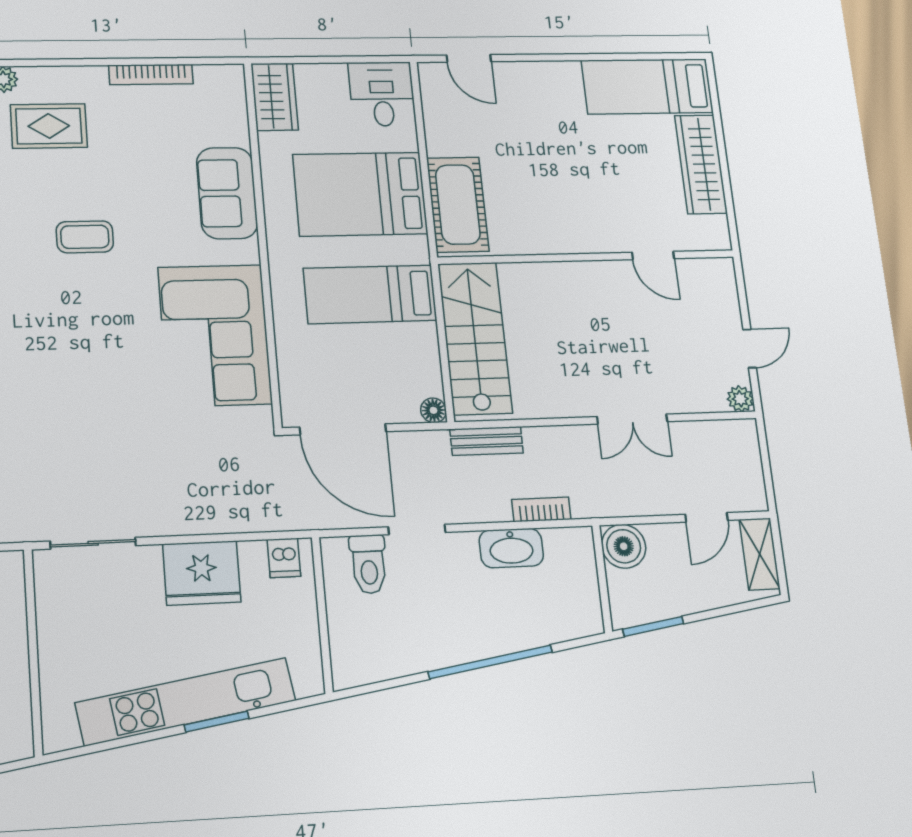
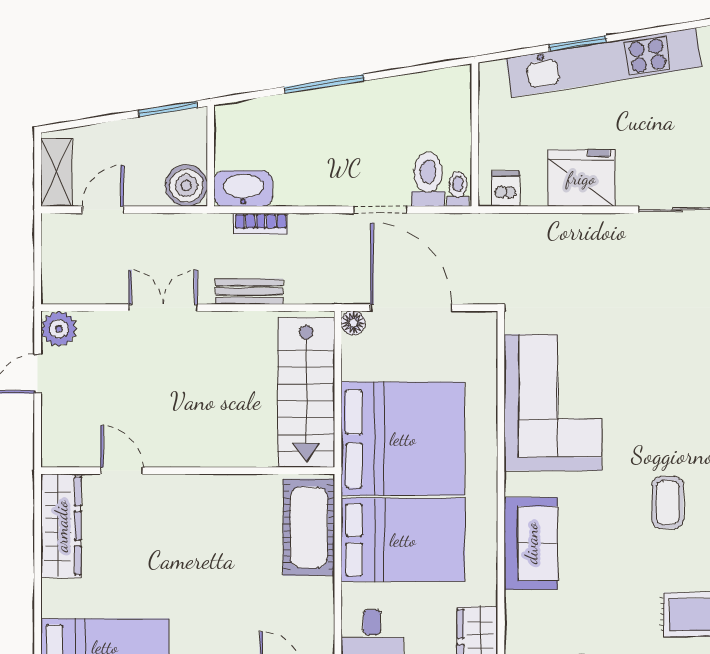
wardrobe: (701, 164) -> (61, 526), moved
coffee table: (85, 237) -> (668, 503), turned 90
bed: (370, 294) -> (403, 439), width x2.04
plant: (740, 399) -> (59, 329), width x1.38, depth x1.38
door: (343, 429) -> (411, 308), moved
bench: (487, 441) -> (249, 291), moved
washbasin: (511, 548) -> (243, 189), moved
toilet: (335, 555) -> (458, 189), added
window: (490, 662) -> (324, 84), width x0.68

